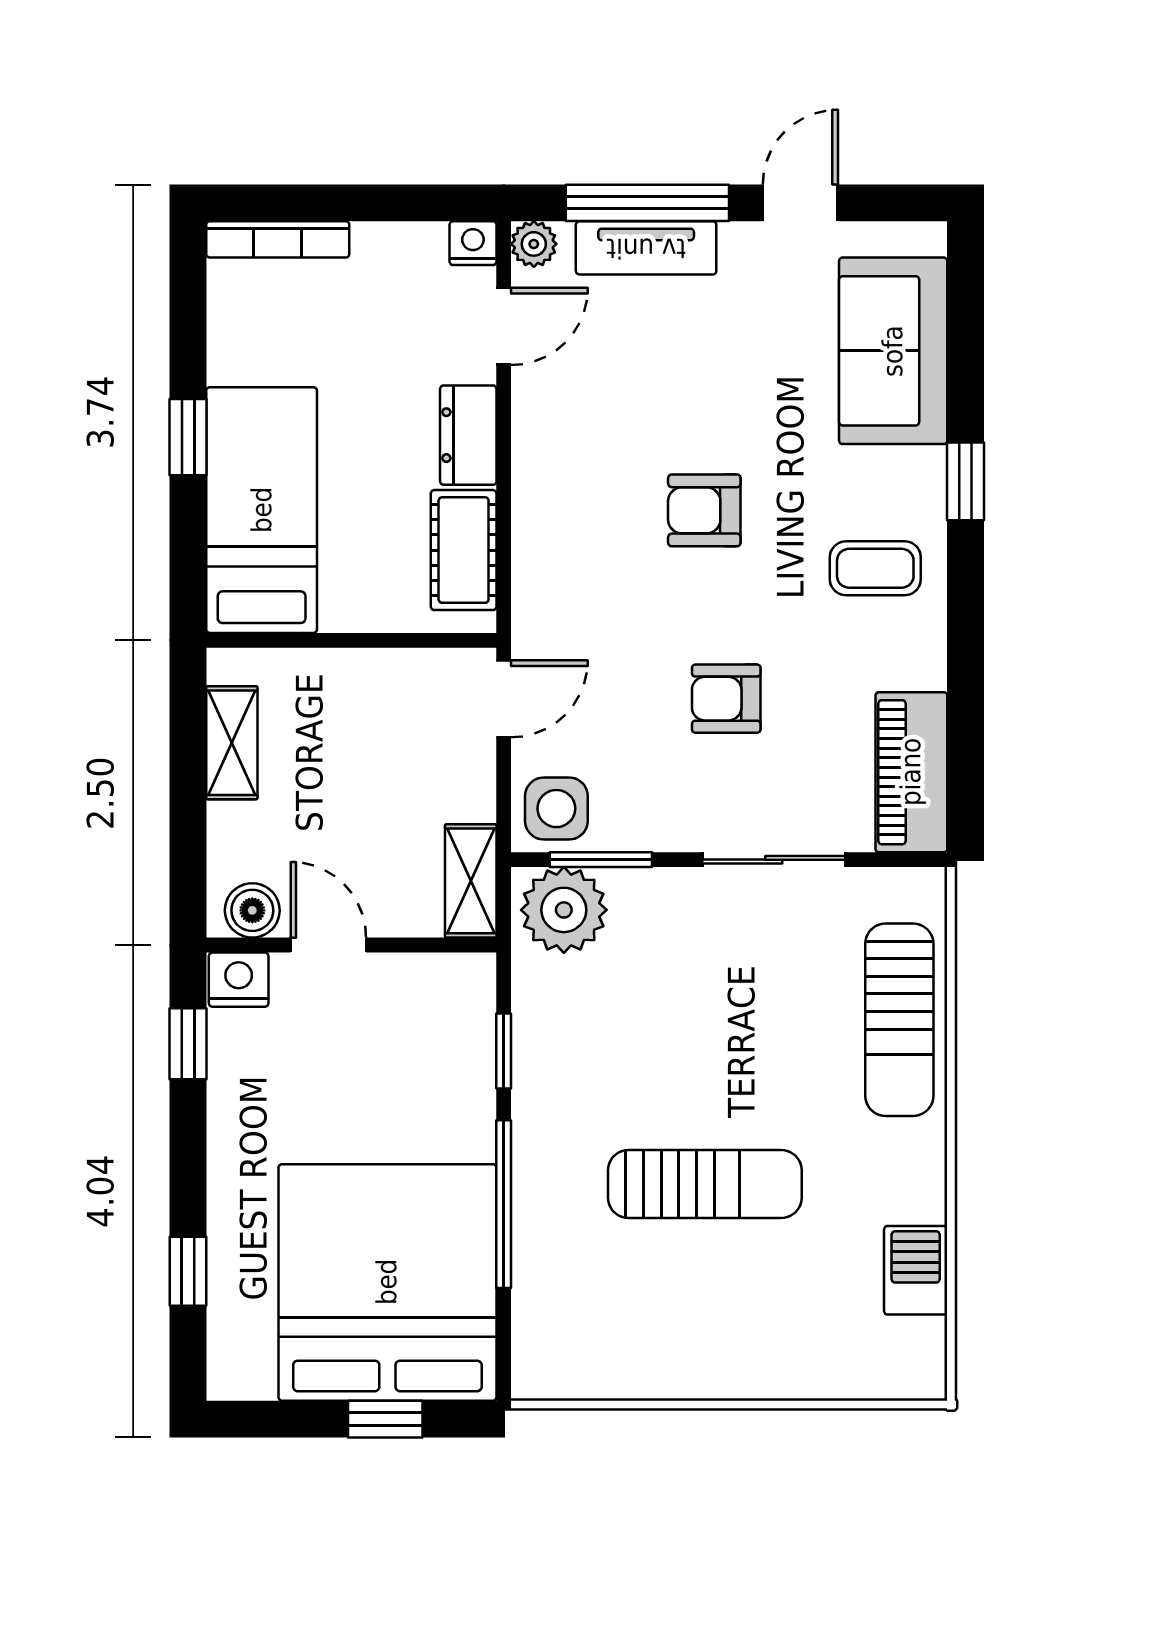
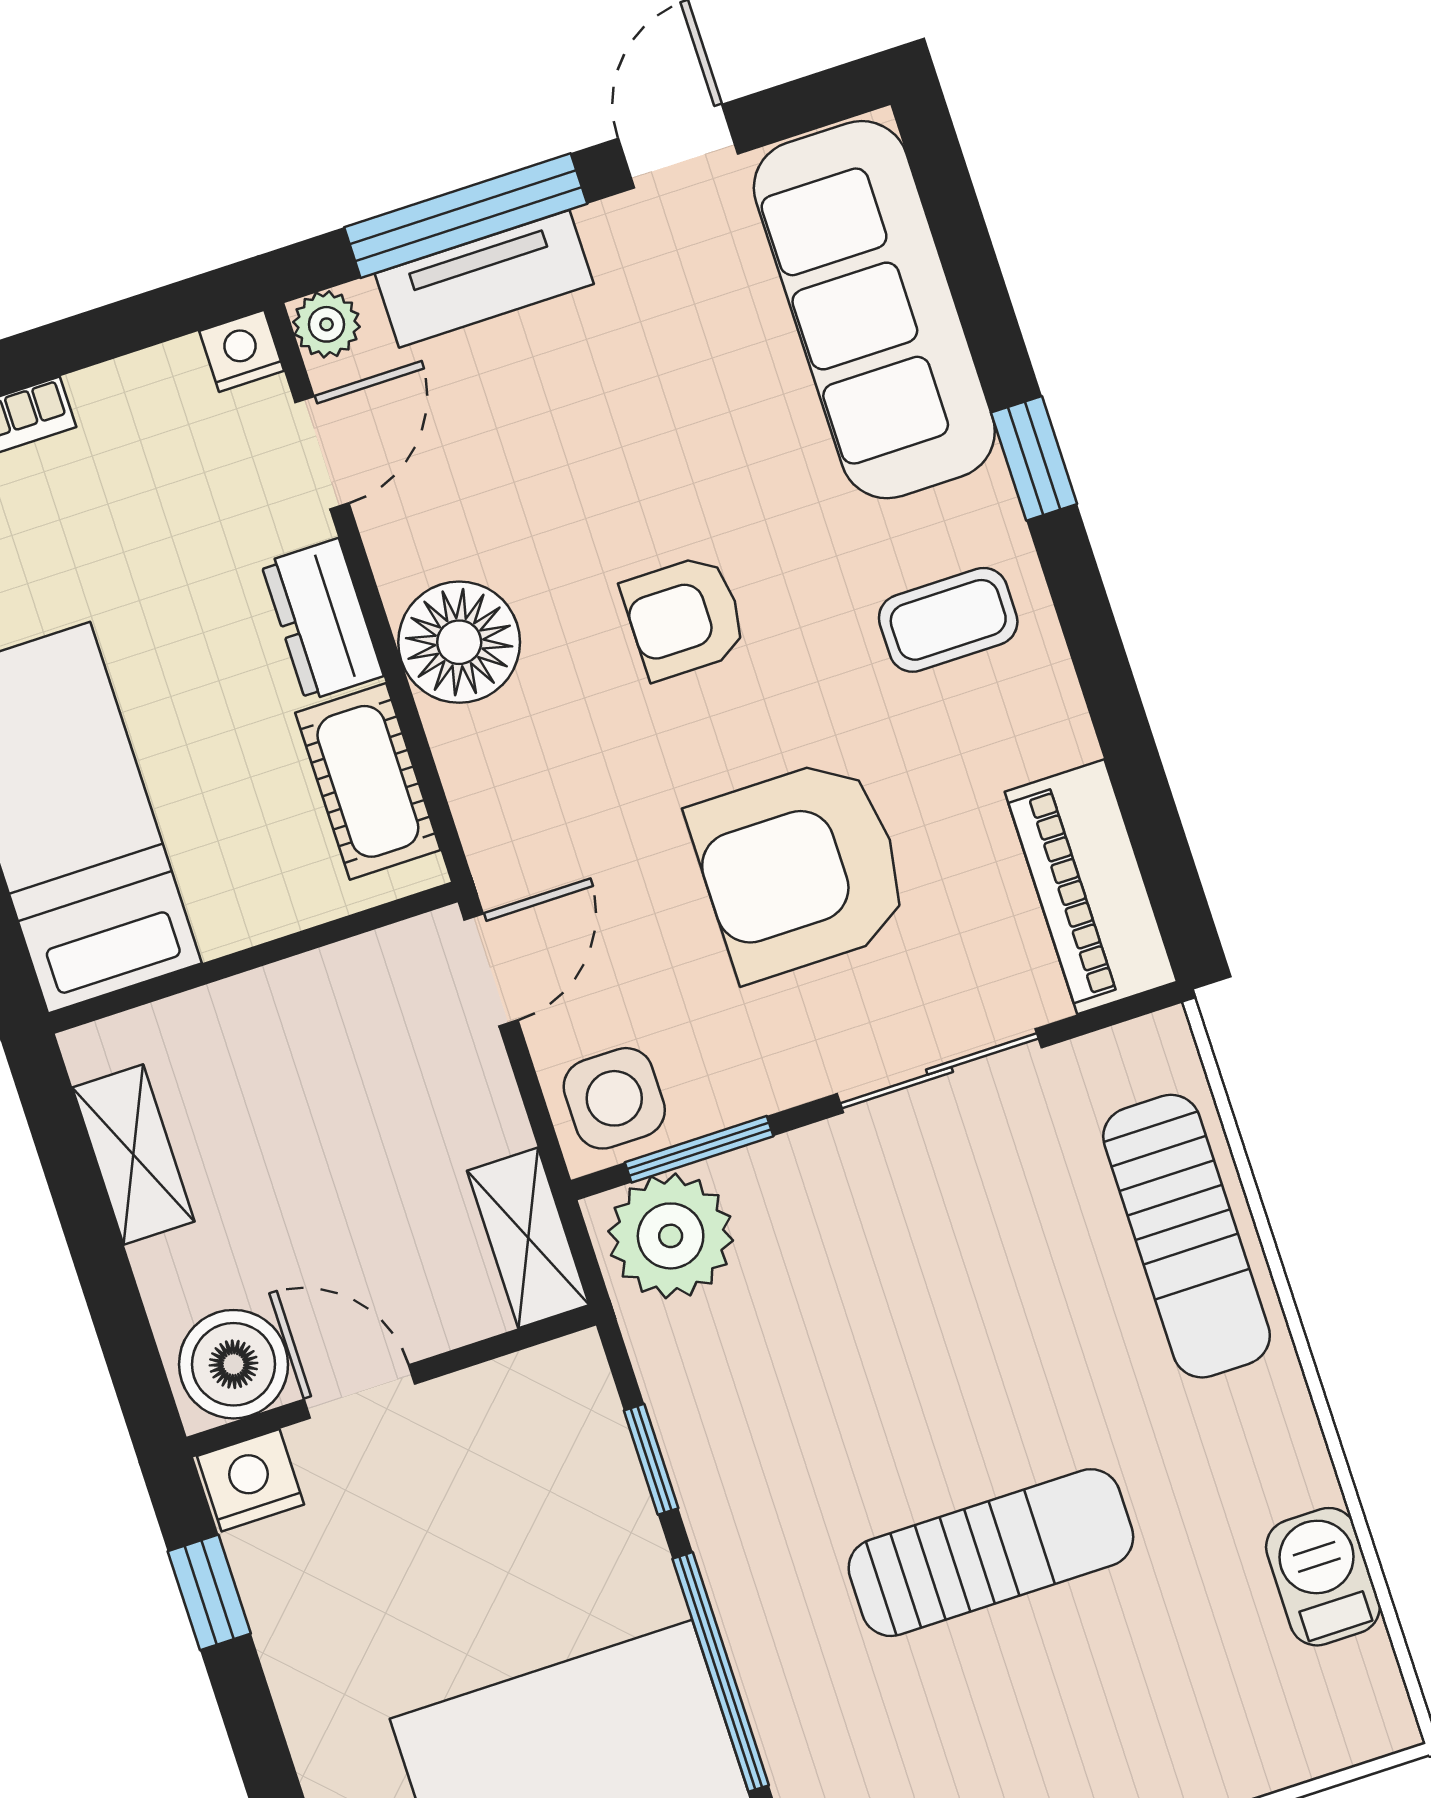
sofa: (893, 351) -> (874, 310), width x1.36
floor lamp: (553, 479) -> (459, 642), added
armchair: (726, 699) -> (800, 869), width x1.88, depth x1.88
boiler: (252, 910) -> (234, 1364), width x1.36, depth x1.36

